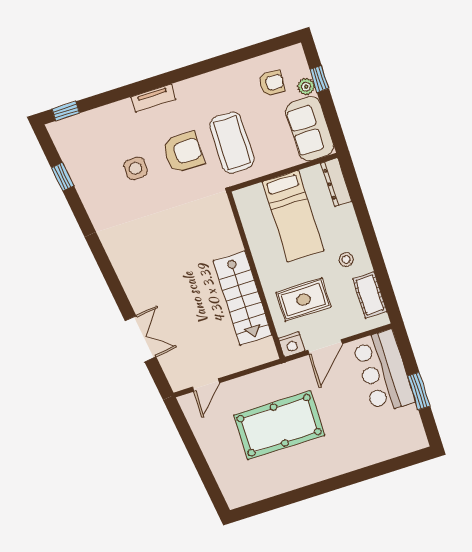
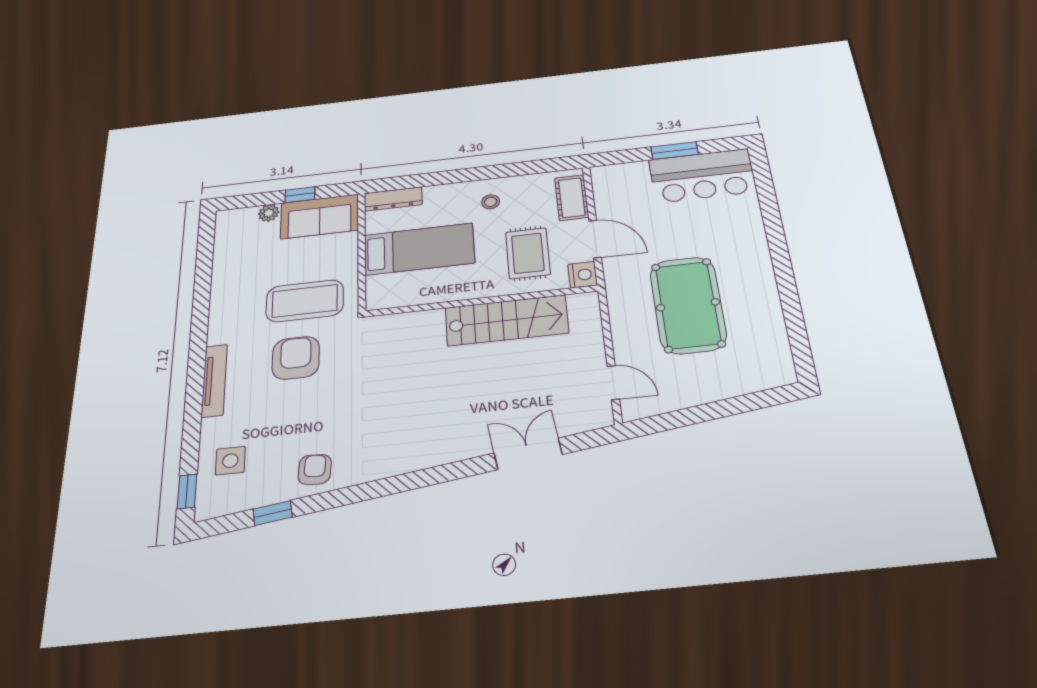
window: (319, 79) -> (300, 195), moved
armchair: (272, 83) -> (315, 469), moved
tv unit: (153, 98) -> (214, 380), width x1.41
side table: (136, 168) -> (230, 461), moved
cot: (370, 295) -> (572, 198), moved, turned 90
bar counter: (383, 372) -> (702, 176), moved

